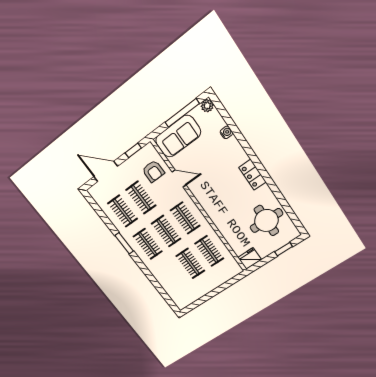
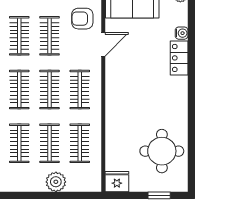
armchair: (153, 171) -> (82, 19), turned 90
locker: (252, 175) -> (179, 58), moved
door: (179, 178) -> (103, 44), hinge flipped
clothes rail: (172, 275) -> (19, 143), added
plant: (211, 283) -> (56, 182), added

